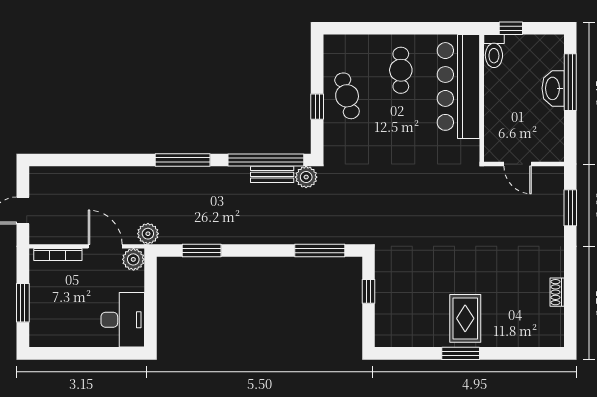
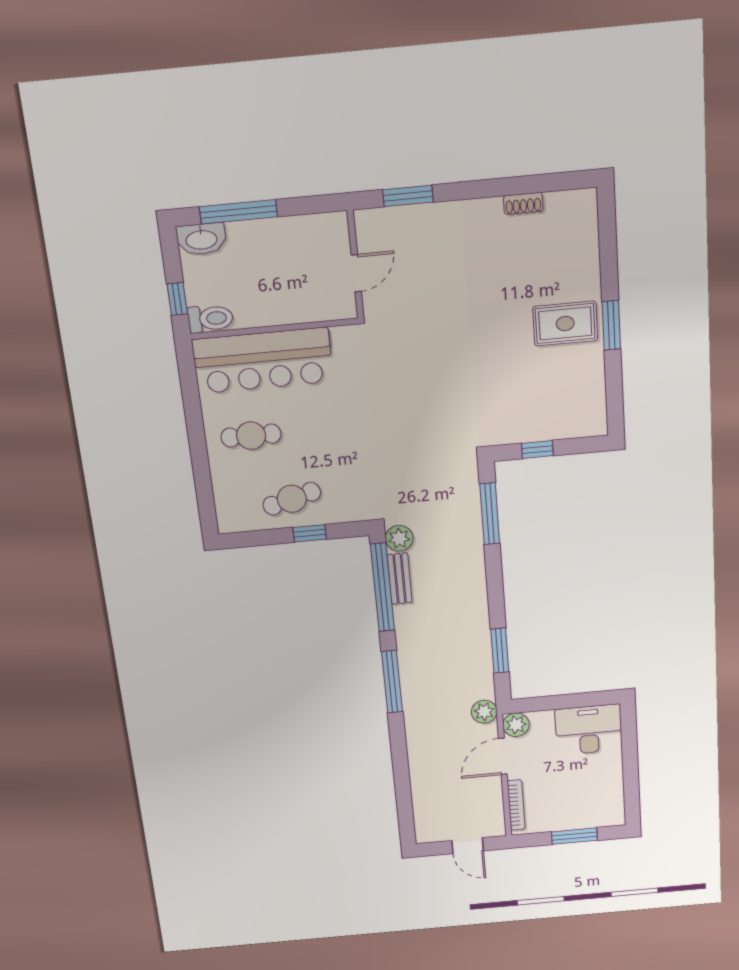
washbasin: (553, 88) -> (201, 239), moved

